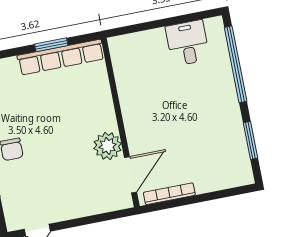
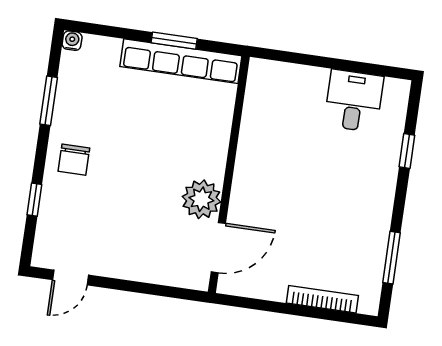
window: (236, 64) -> (407, 151), width x0.32
bookcase: (169, 194) -> (322, 299), moved

